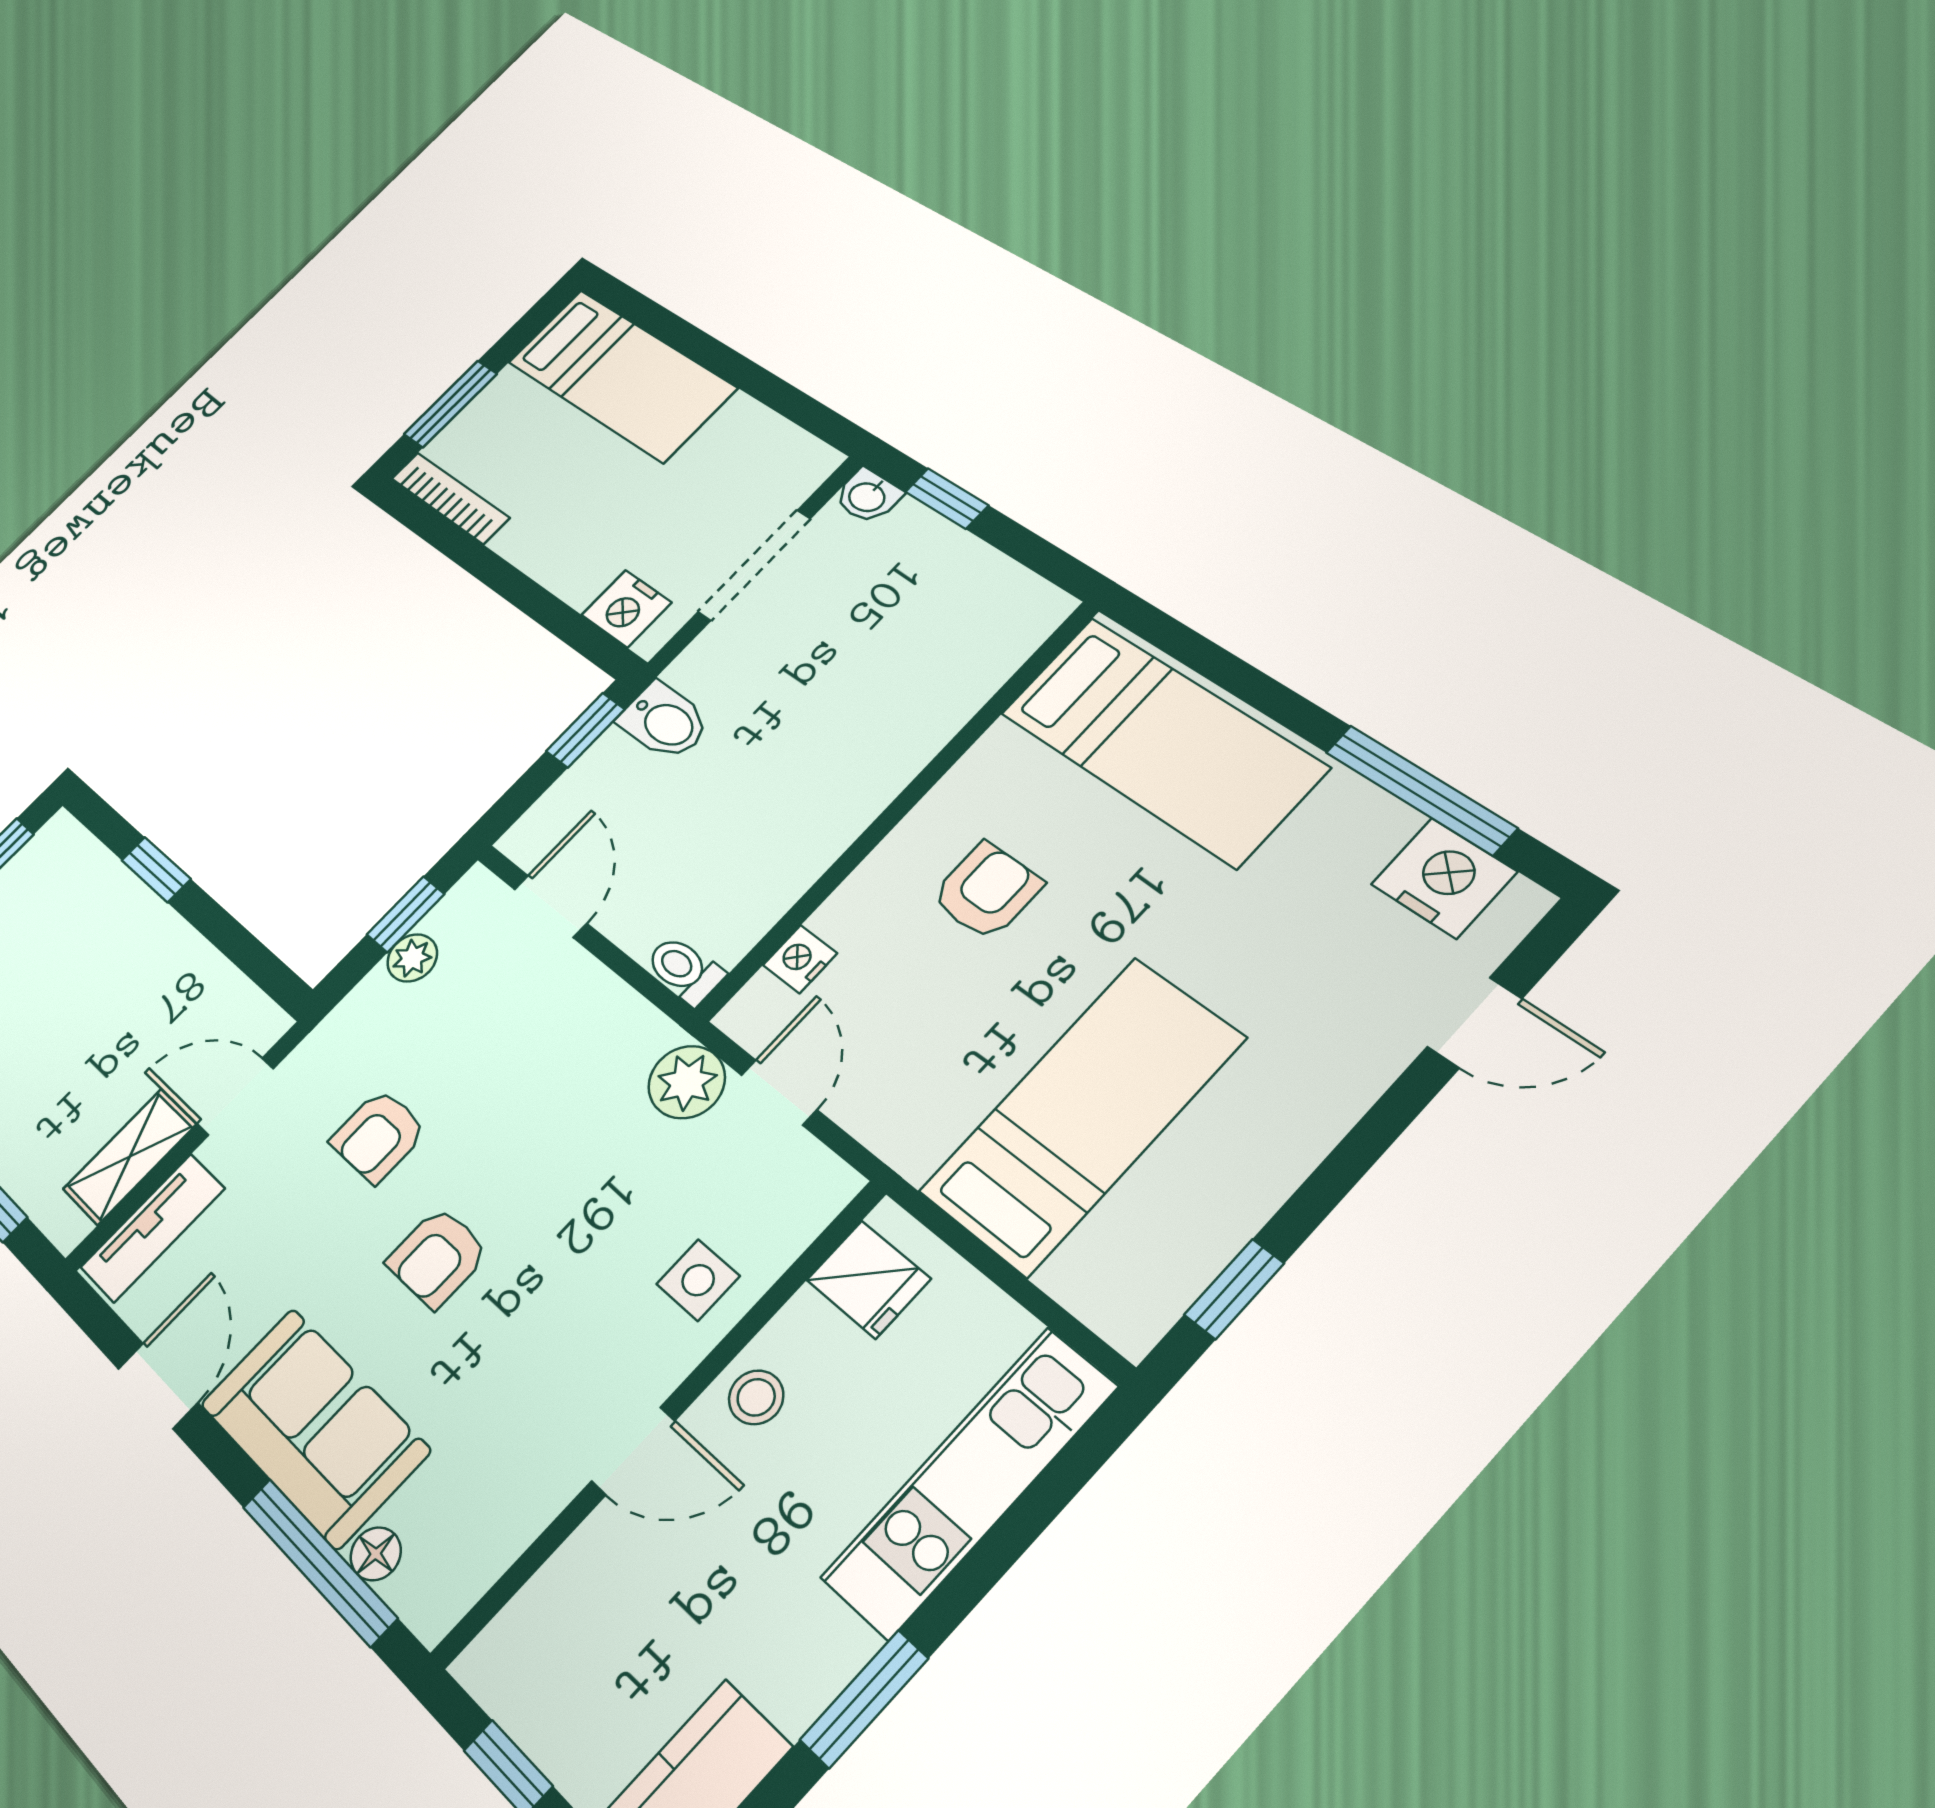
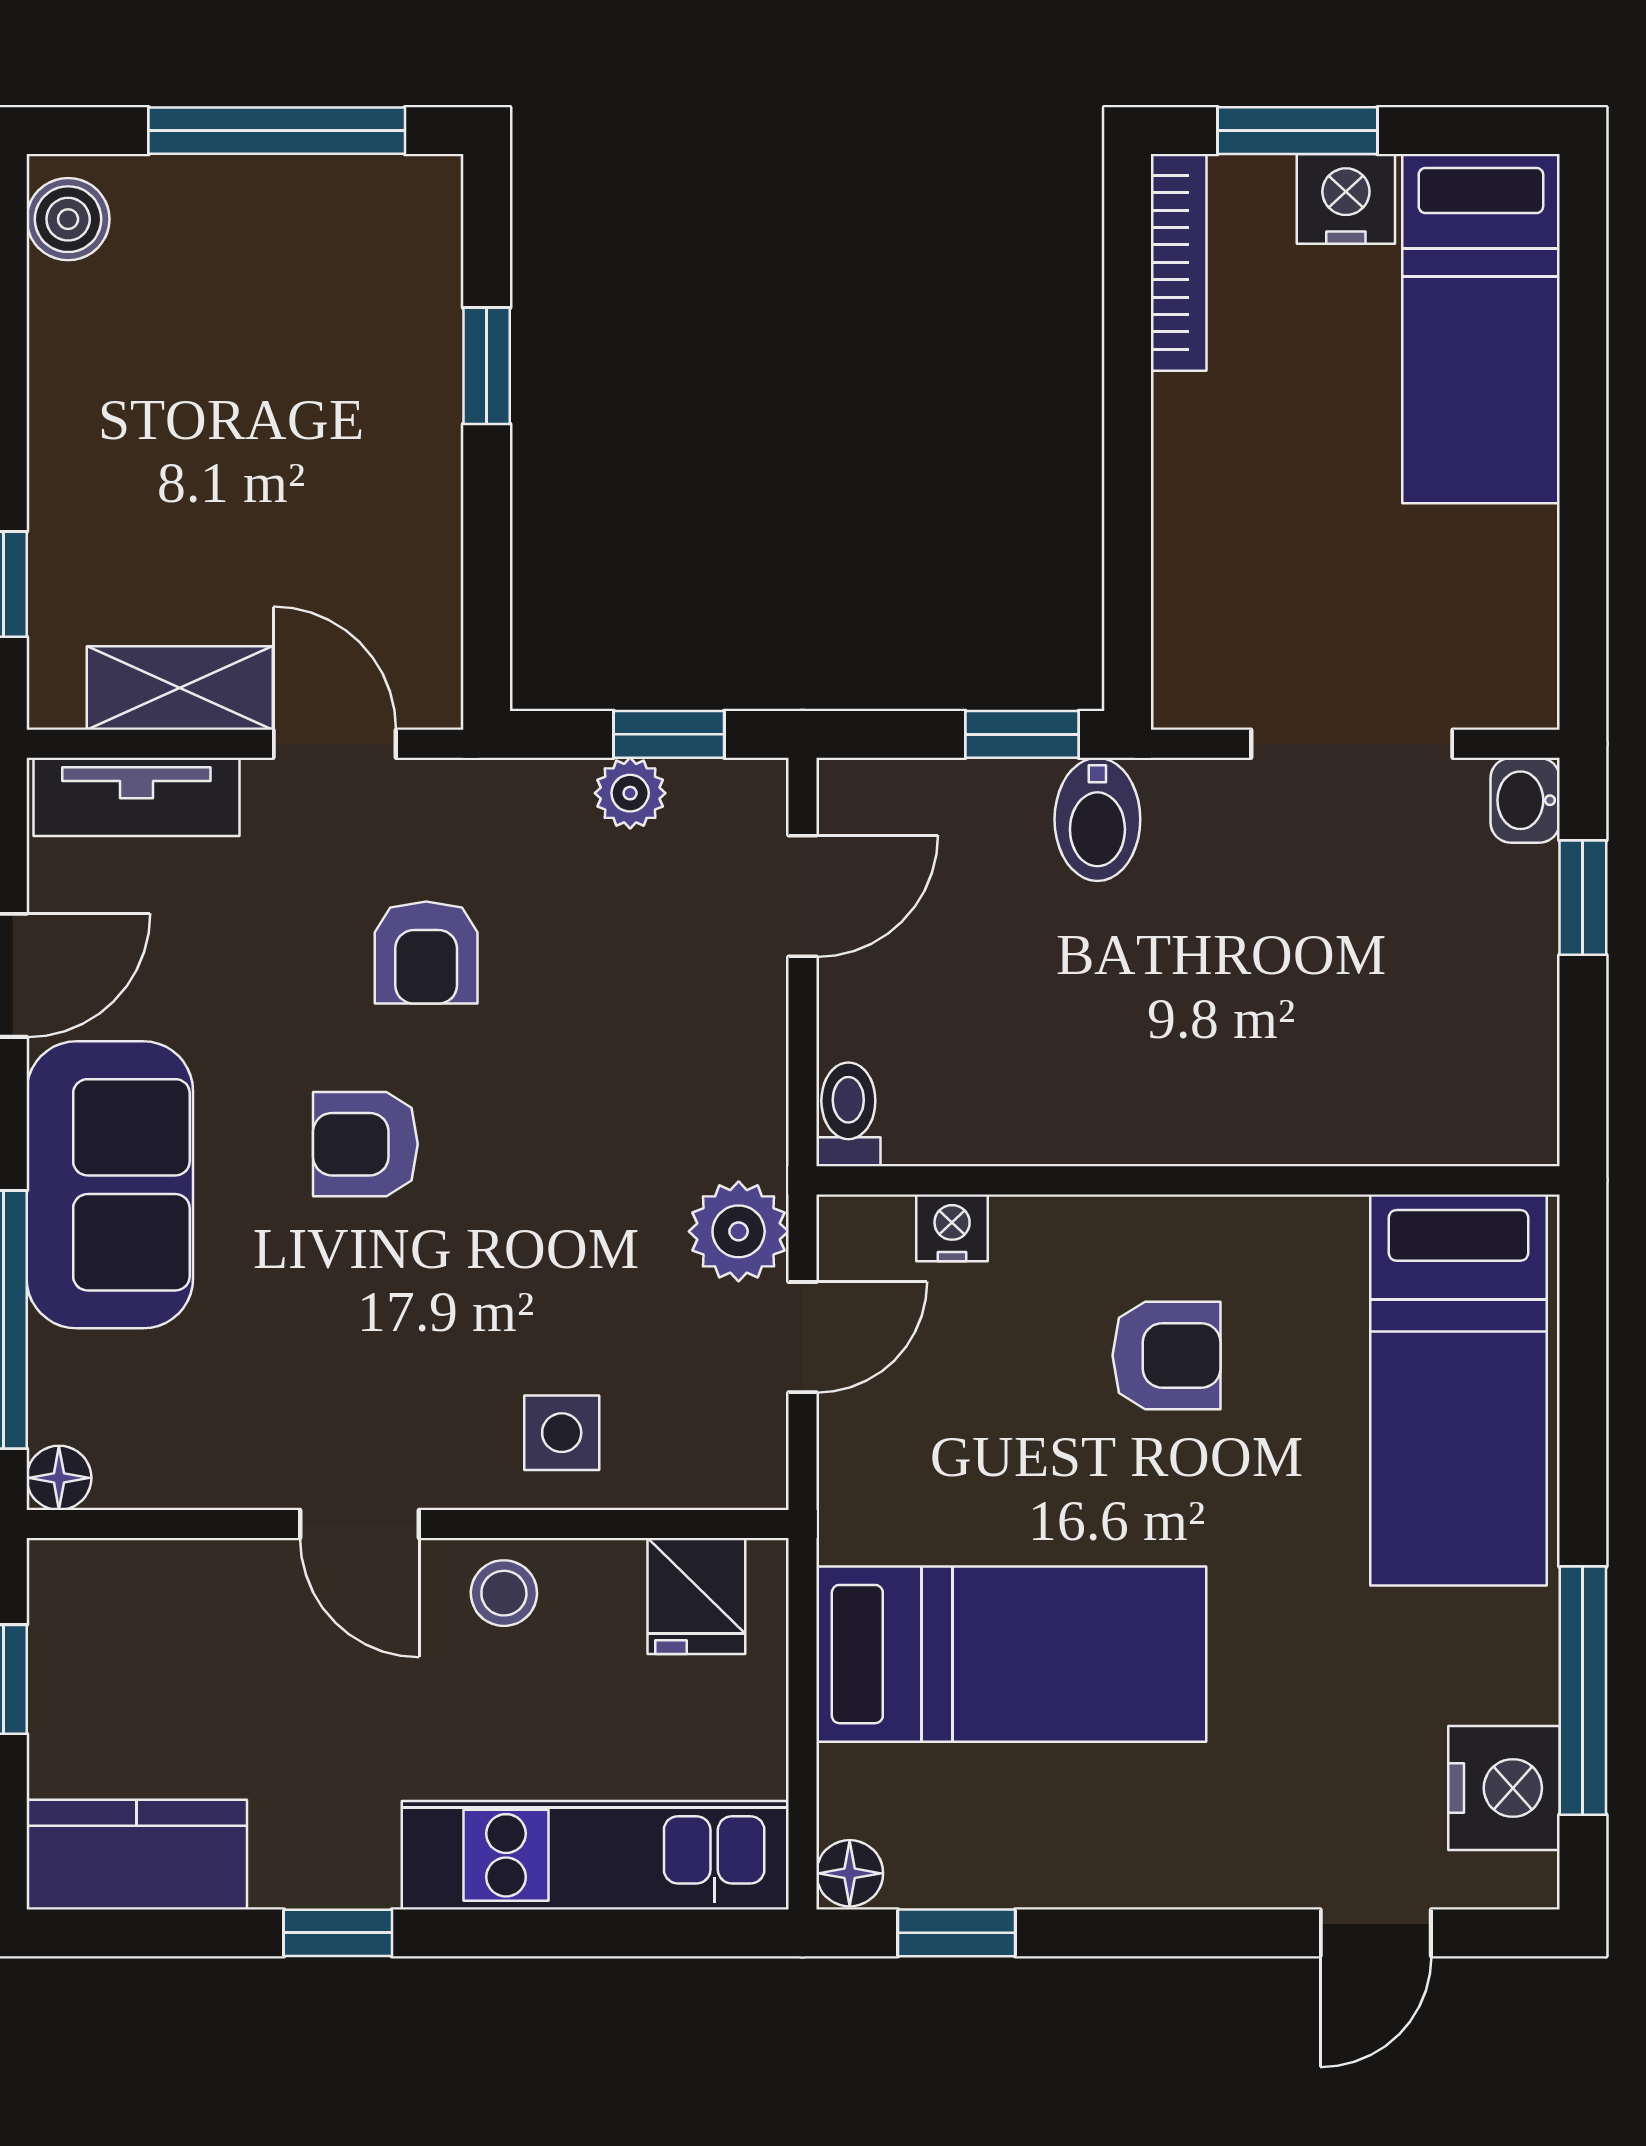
nightstand: (626, 609) -> (1346, 199), moved, turned 90
door: (1475, 1023) -> (1376, 1933), hinge flipped
armchair: (378, 1136) -> (426, 952), turned -90
floor lamp: (1131, 1326) -> (850, 1873), added
floor lamp: (376, 1554) -> (59, 1478), moved
window: (864, 1699) -> (338, 1933), width x0.67

